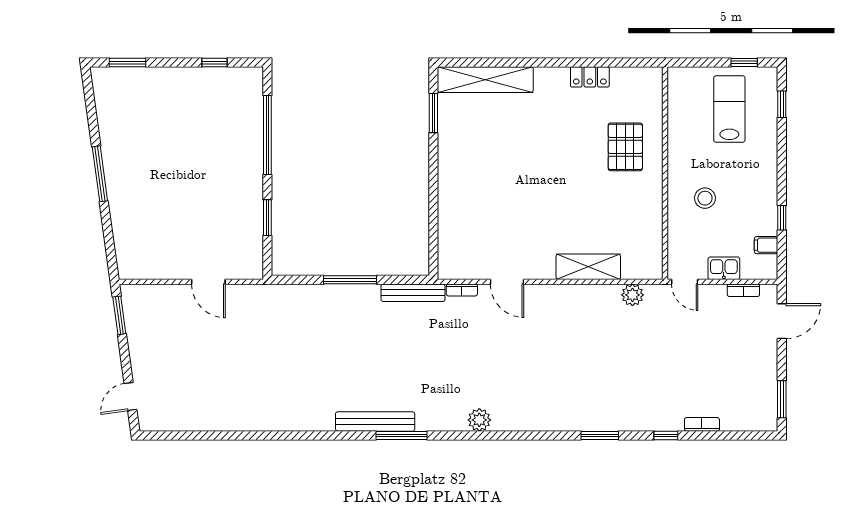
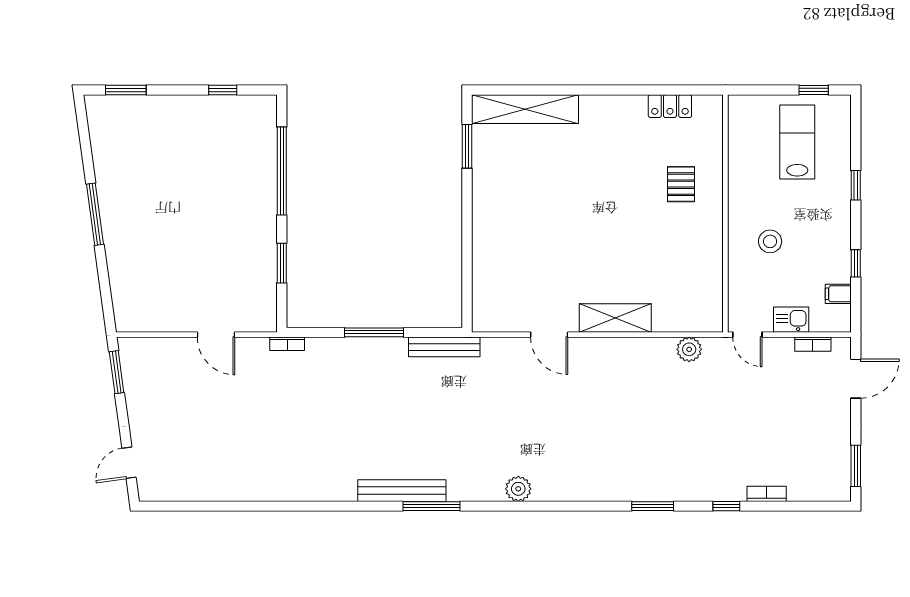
locker: (590, 77) -> (670, 106), moved
window: (782, 104) -> (856, 185), moved
pallet: (625, 147) -> (681, 184), width x0.67, depth x0.71
shelving: (588, 267) -> (615, 318), moved
bookcase: (462, 290) -> (287, 344), moved

